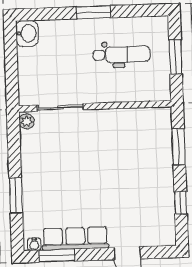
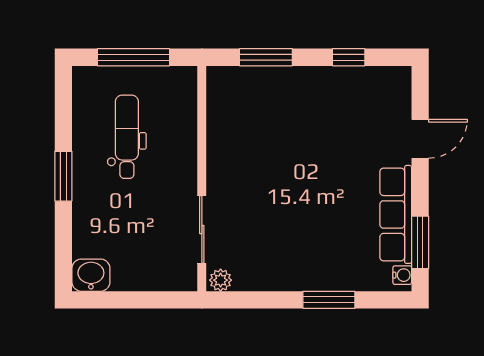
window: (176, 57) -> (133, 57), width x1.44

